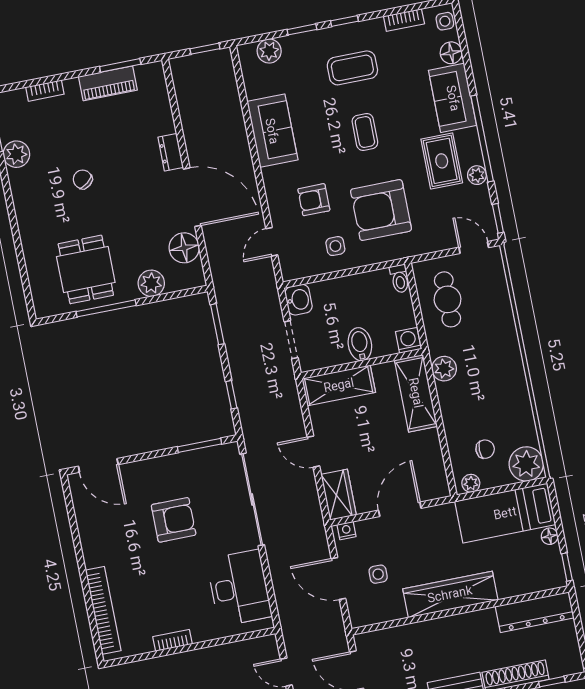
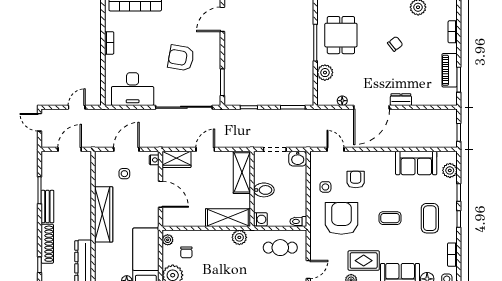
sofa: (272, 131) -> (416, 163), moved
floor lamp: (184, 248) -> (342, 101), width x0.53, depth x0.53
dining table: (86, 269) -> (341, 35), turned 90
armchair: (174, 520) -> (181, 58), turned 100

